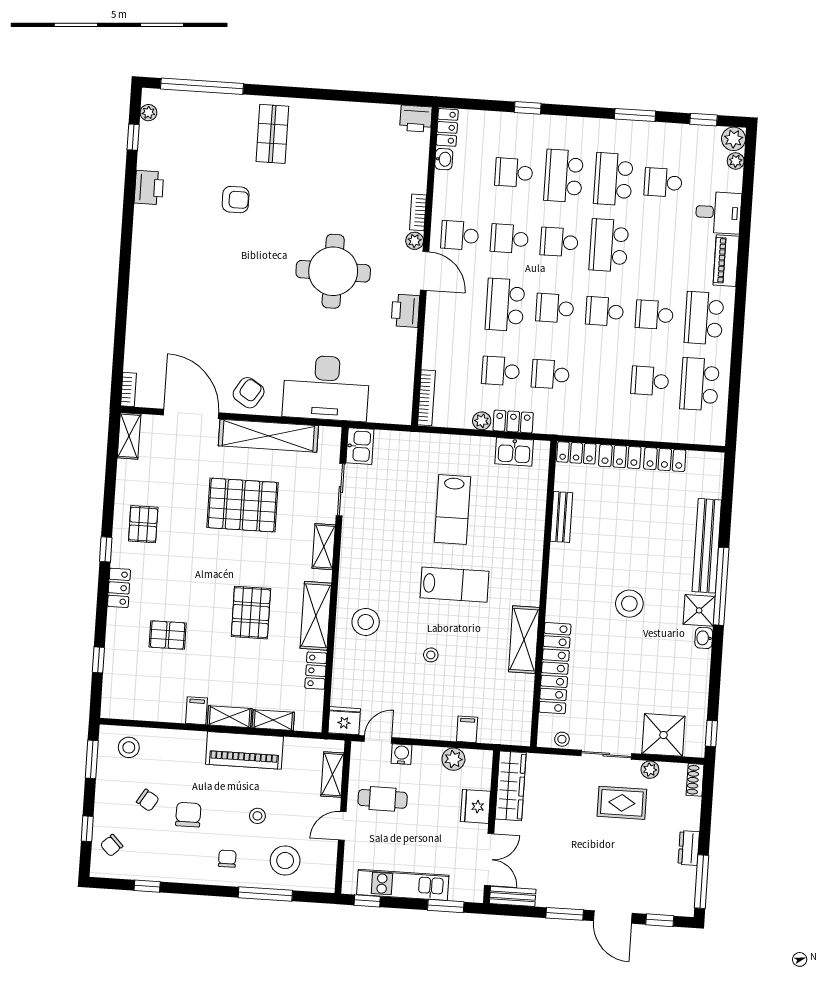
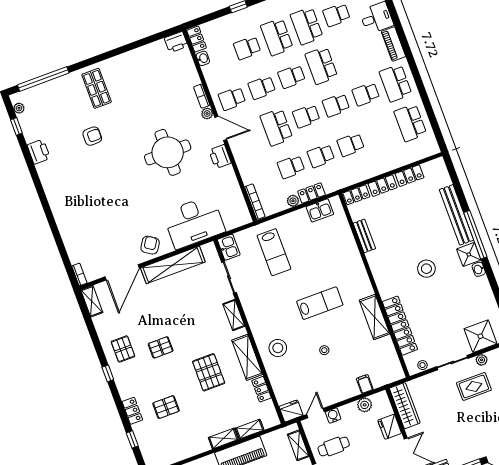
school desk: (650, 381) -> (351, 145), moved
door: (191, 414) -> (122, 272), swing flipped
pallet: (243, 505) -> (161, 347), moved, width x0.49, depth x0.50
lab bench: (453, 509) -> (274, 252), moved
locker: (119, 588) -> (132, 411), moved
filing cabinet: (197, 711) -> (203, 444), removed

